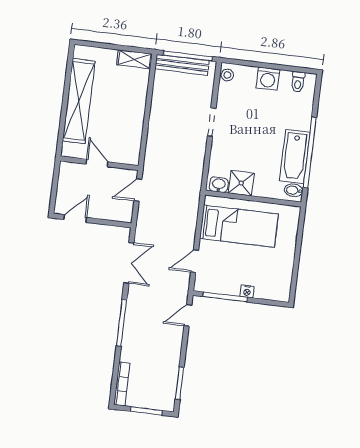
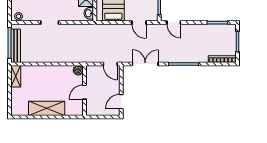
shelving: (79, 101) -> (47, 108), width x0.68
boiler: (132, 157) -> (78, 70), added
door: (138, 190) -> (110, 64), moved
door: (75, 218) -> (121, 102), hinge flipped

